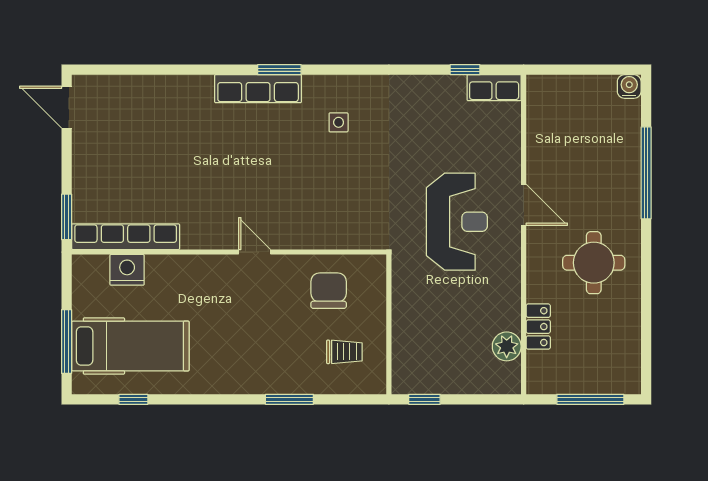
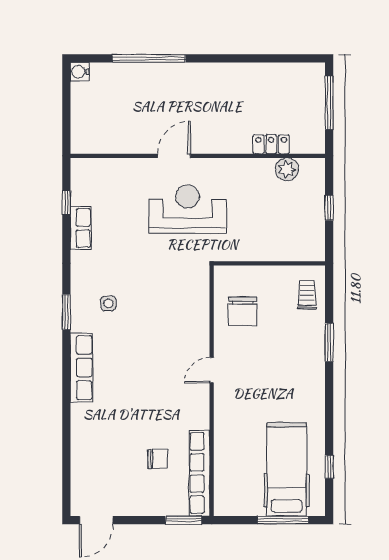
window: (279, 70) -> (66, 312), moved
row of seats: (494, 88) -> (81, 228), moved
chair: (143, 184) -> (158, 459), added
round table: (594, 263) -> (220, 100), removed
nightstand: (127, 270) -> (226, 472), removed
chair: (329, 291) -> (242, 311), turned -90
trolley: (344, 352) -> (307, 295), moved
window: (424, 399) -> (329, 208), moved

